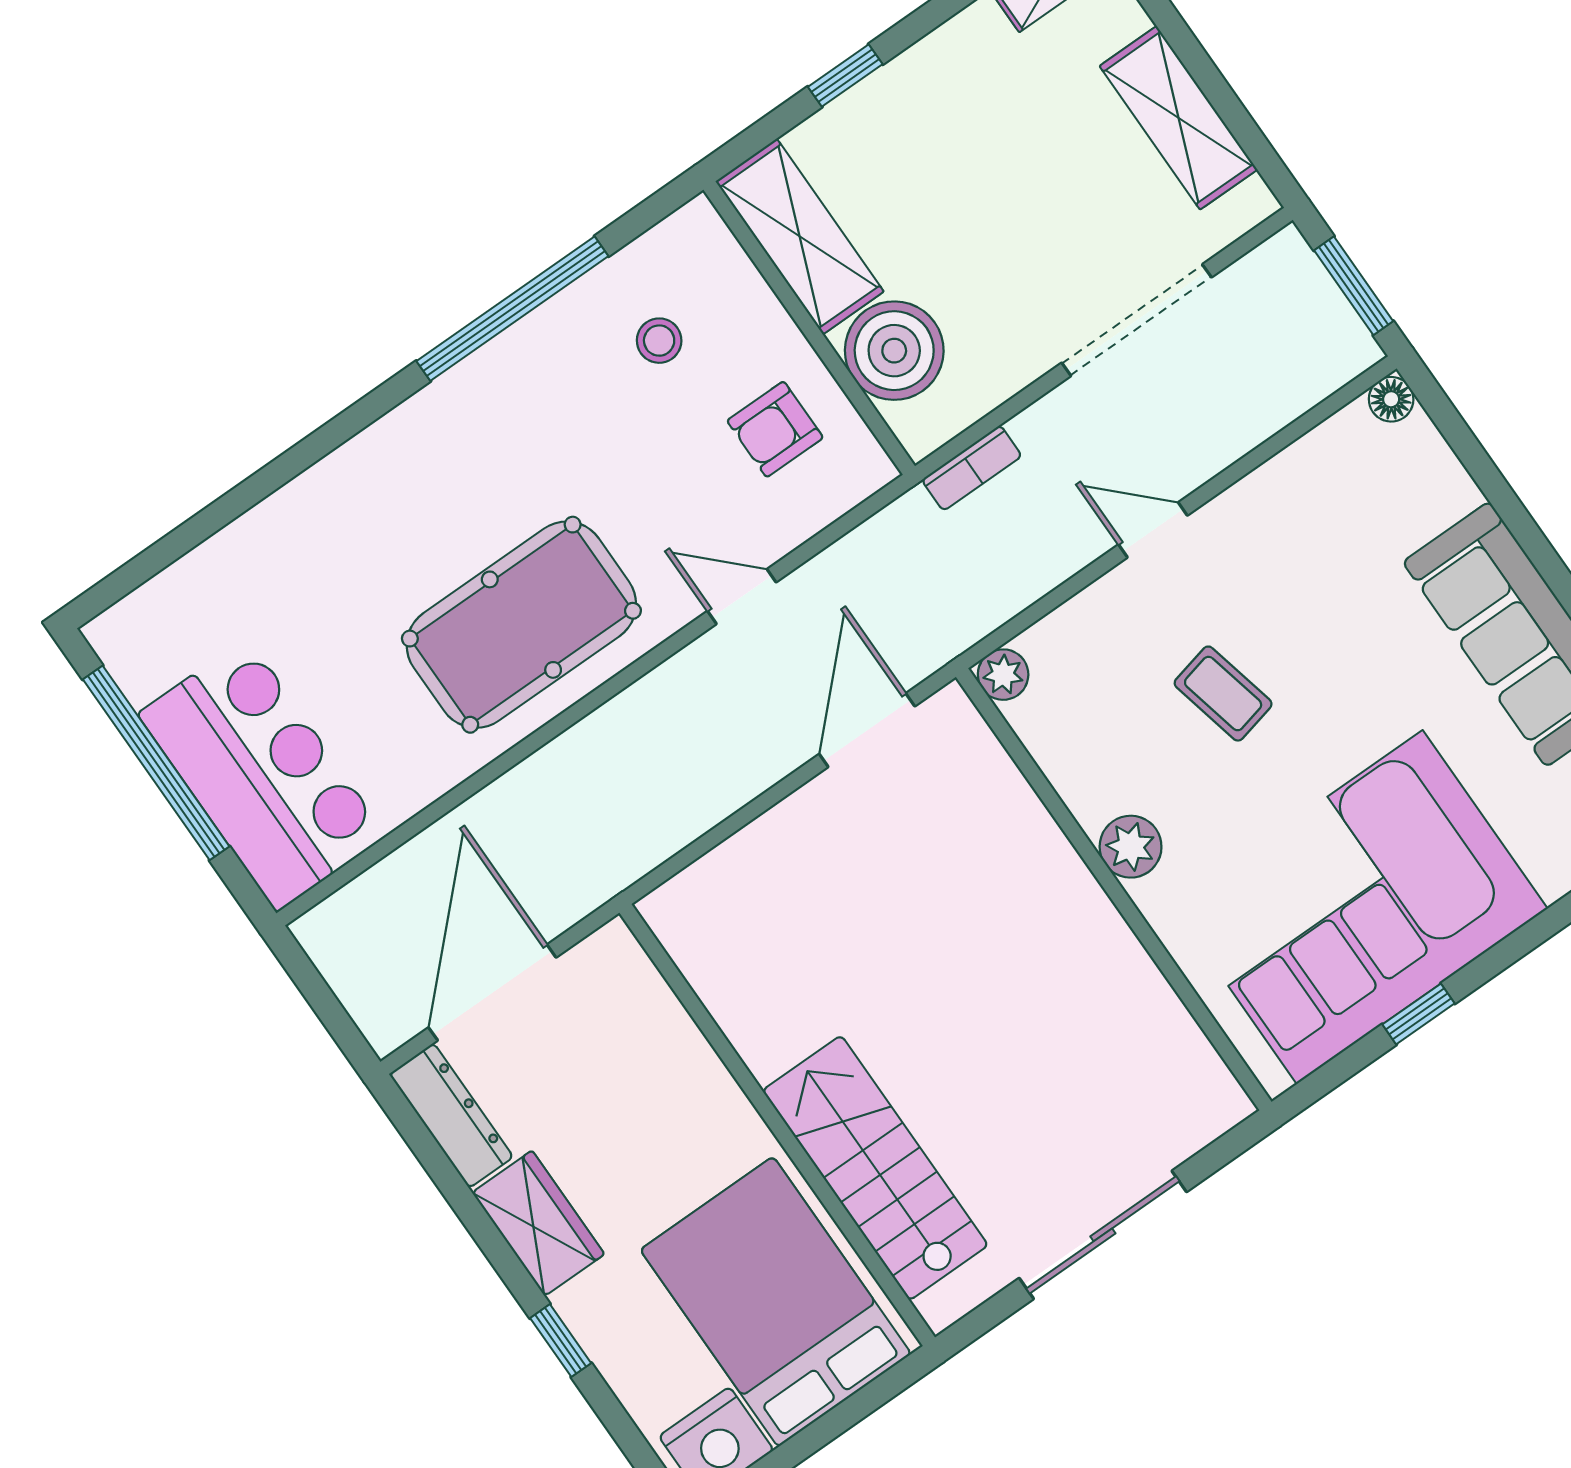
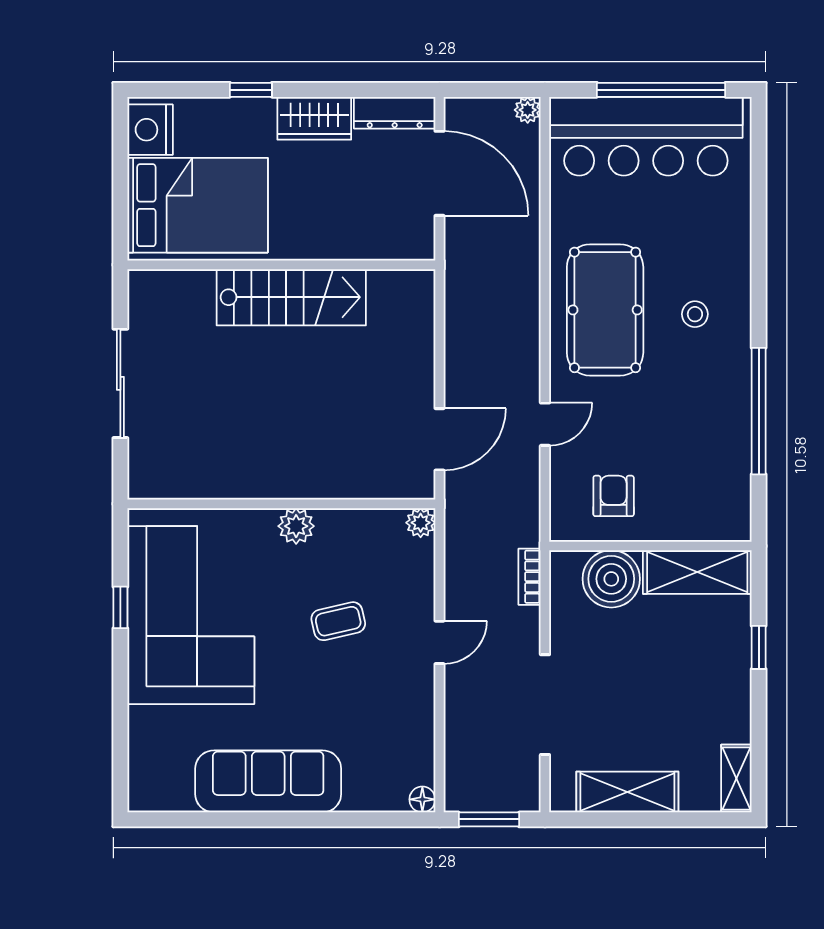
stool: (659, 341) -> (695, 314), moved
door: (867, 730) -> (440, 439), hinge flipped
bar counter: (262, 775) -> (646, 136), width x1.36
plant: (316, 931) -> (528, 110), added
stairs: (875, 1168) -> (291, 297), moved

